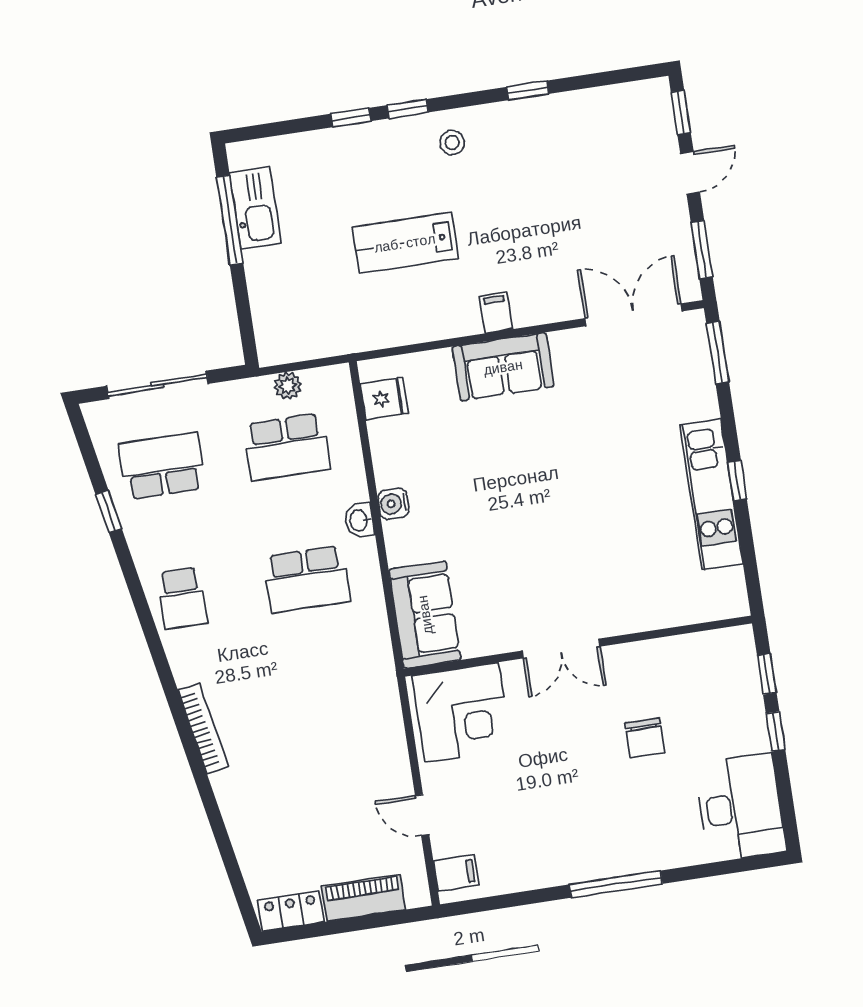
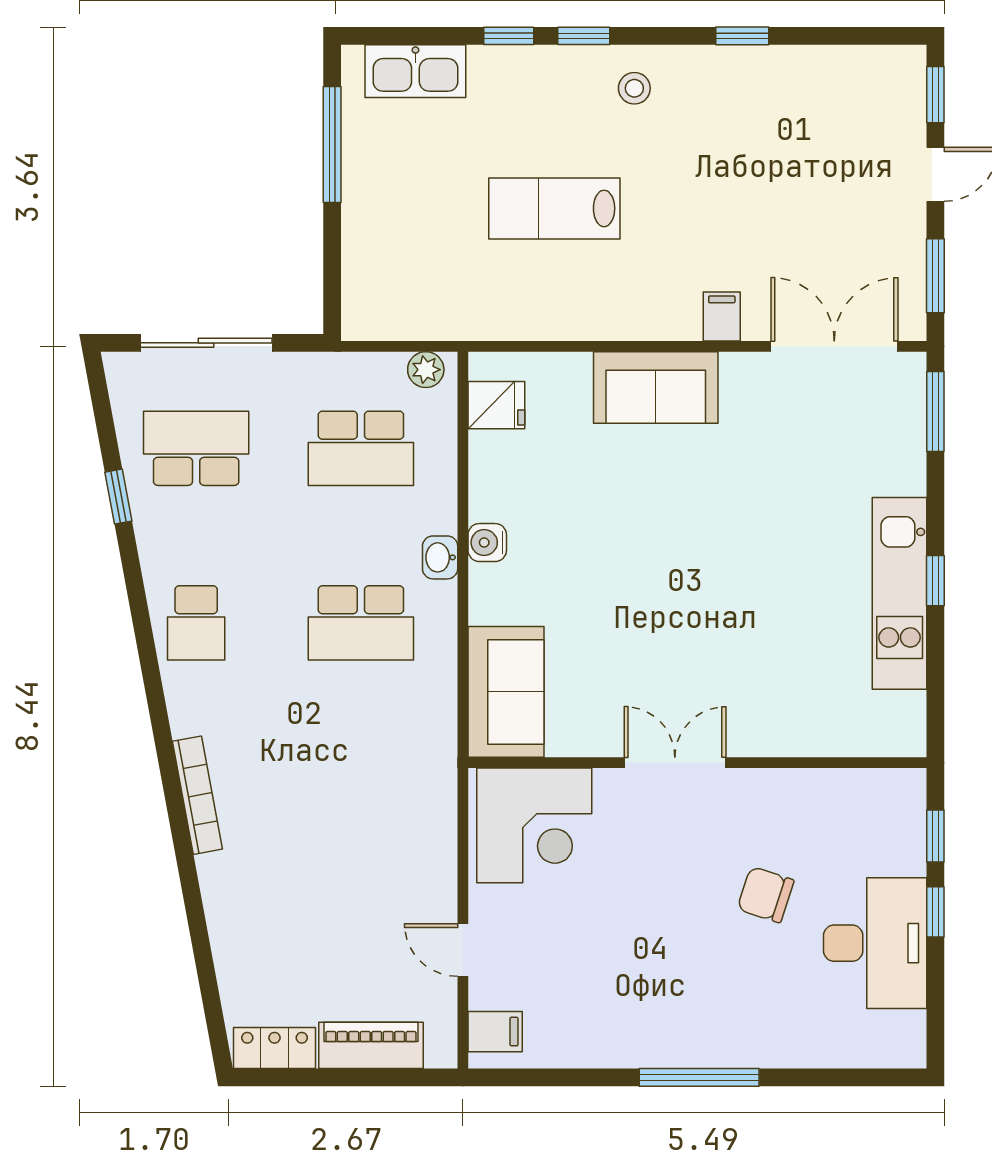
kitchen sink: (255, 208) -> (415, 71), moved, turned 90
filing cabinet: (496, 313) -> (722, 317), moved
plant: (288, 386) -> (426, 370), moved
double door: (561, 649) -> (675, 763), swing flipped
chair: (645, 738) -> (766, 895), turned 108
desk: (740, 807) -> (875, 943), moved

